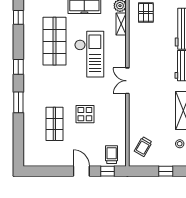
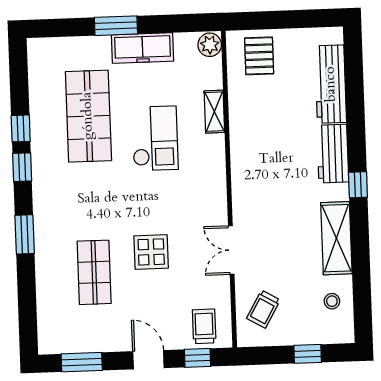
window: (18, 17) -> (21, 128), moved
shelving: (121, 24) -> (214, 112), moved
checkout: (89, 54) -> (155, 138), width x0.73, depth x0.83
double door: (127, 81) -> (231, 250), moved
window: (46, 171) -> (82, 362), added

